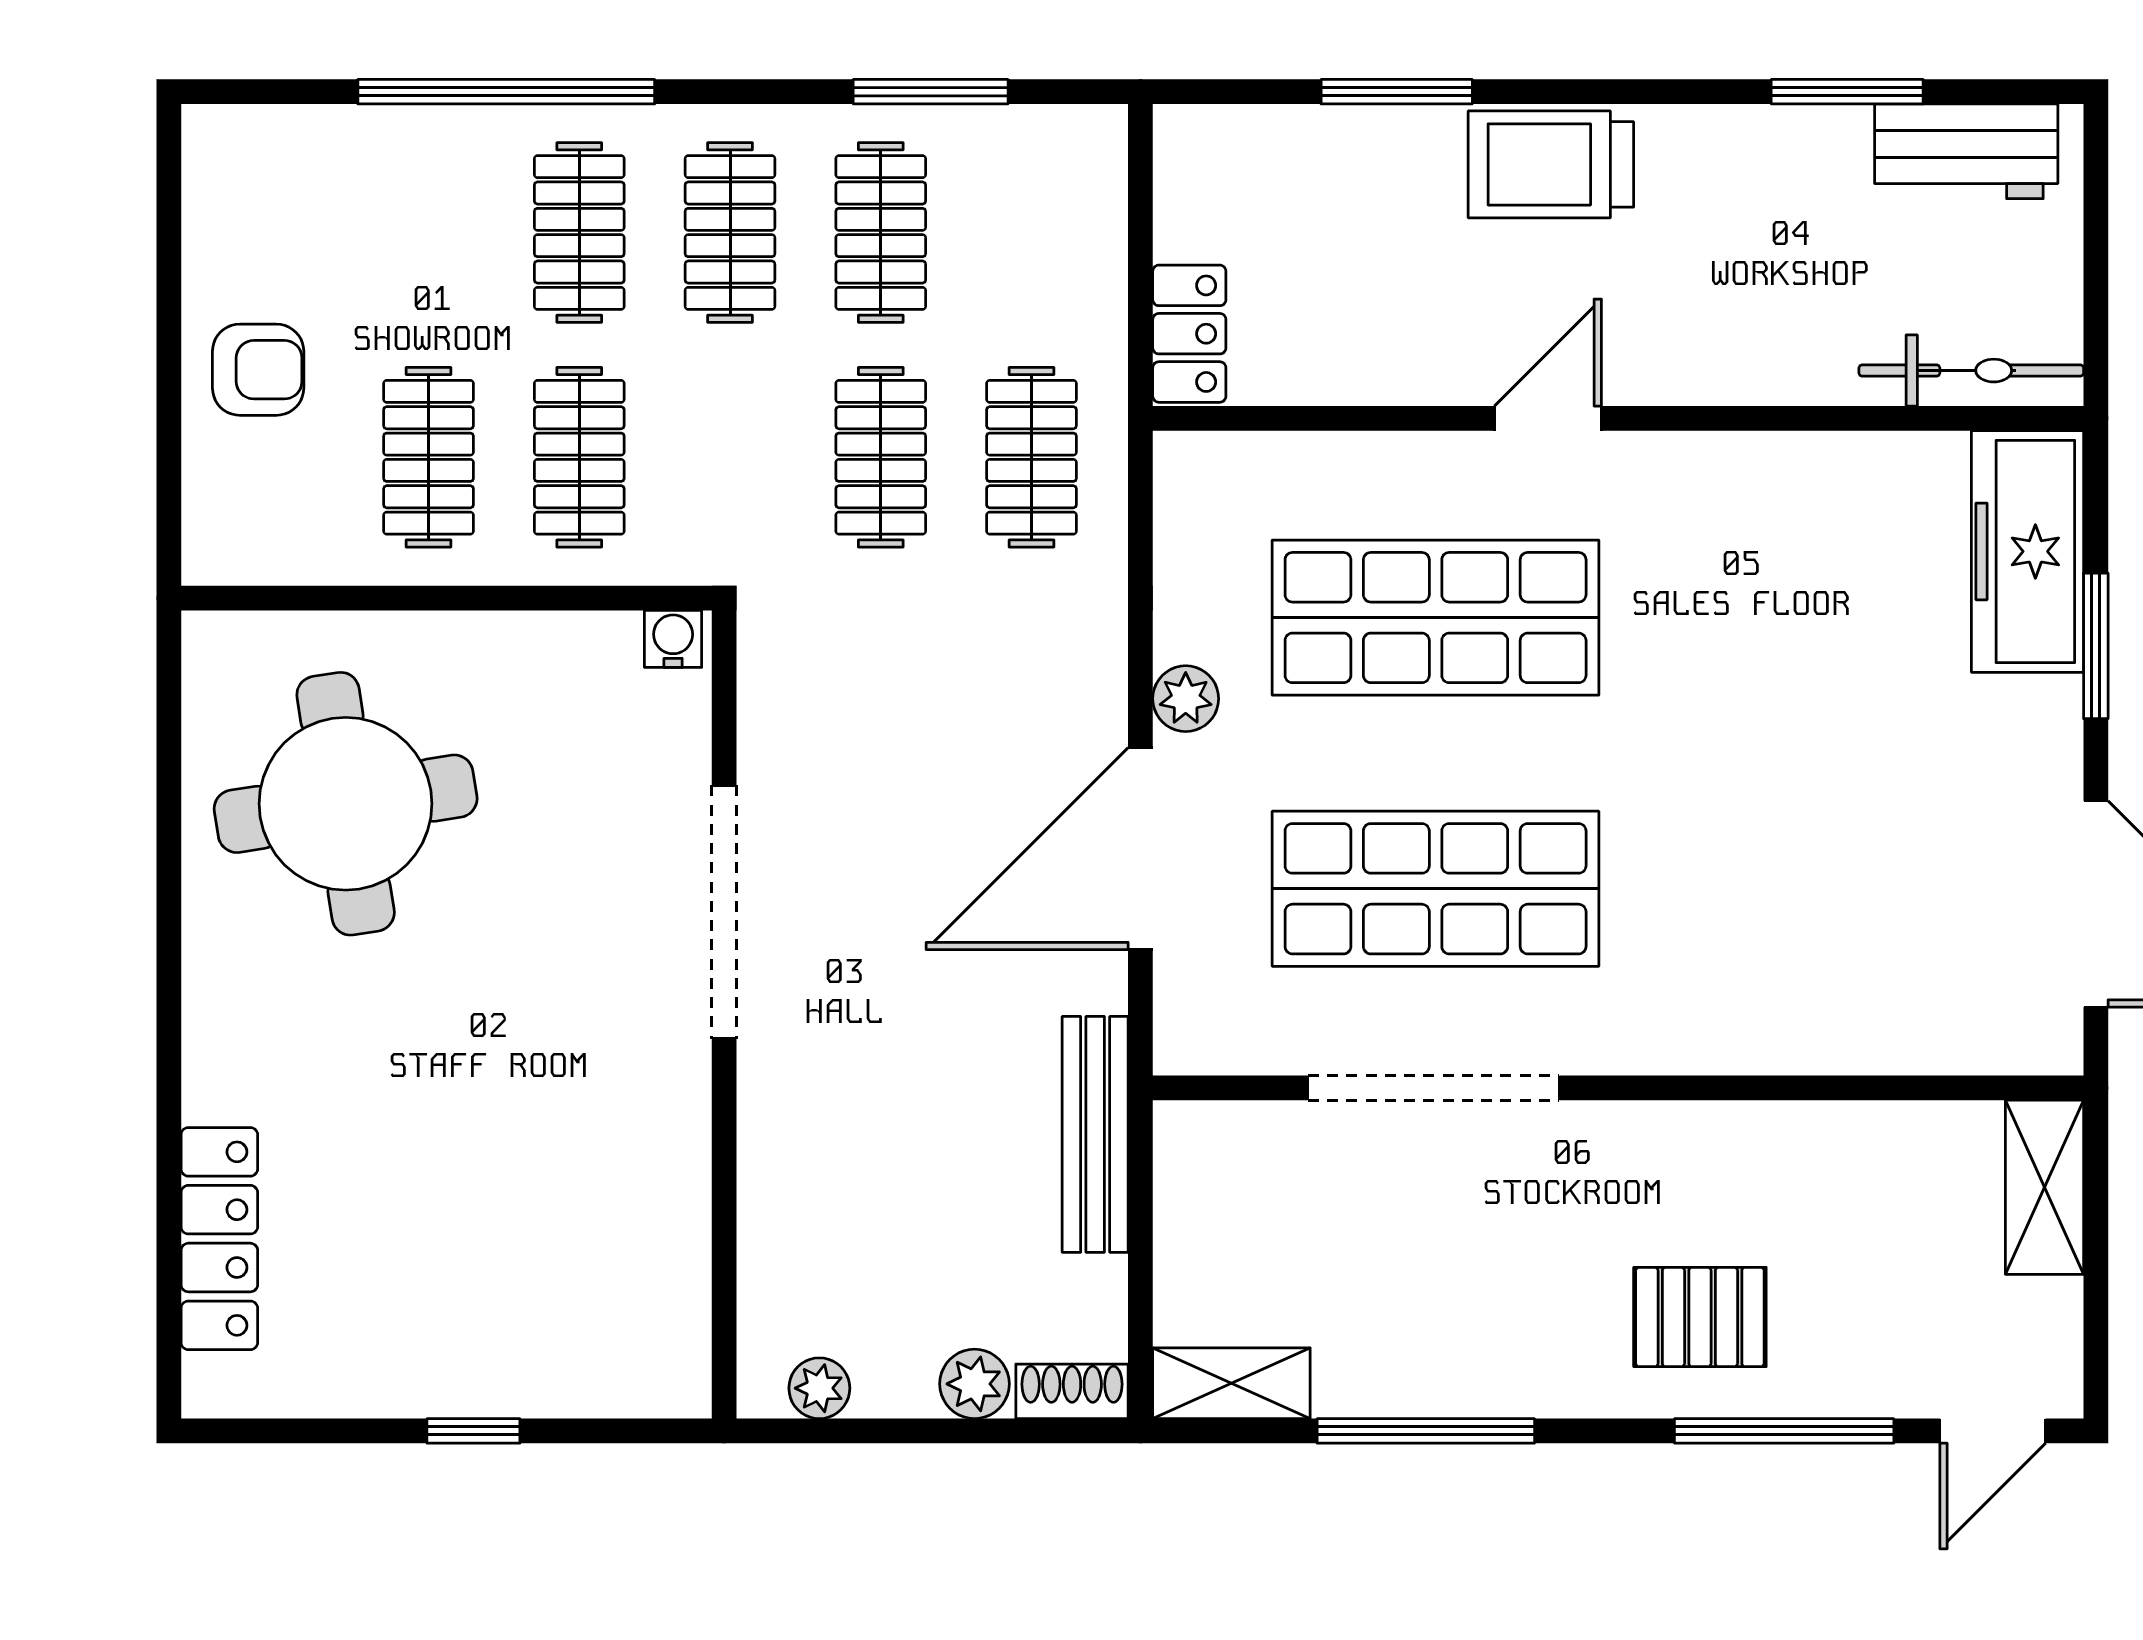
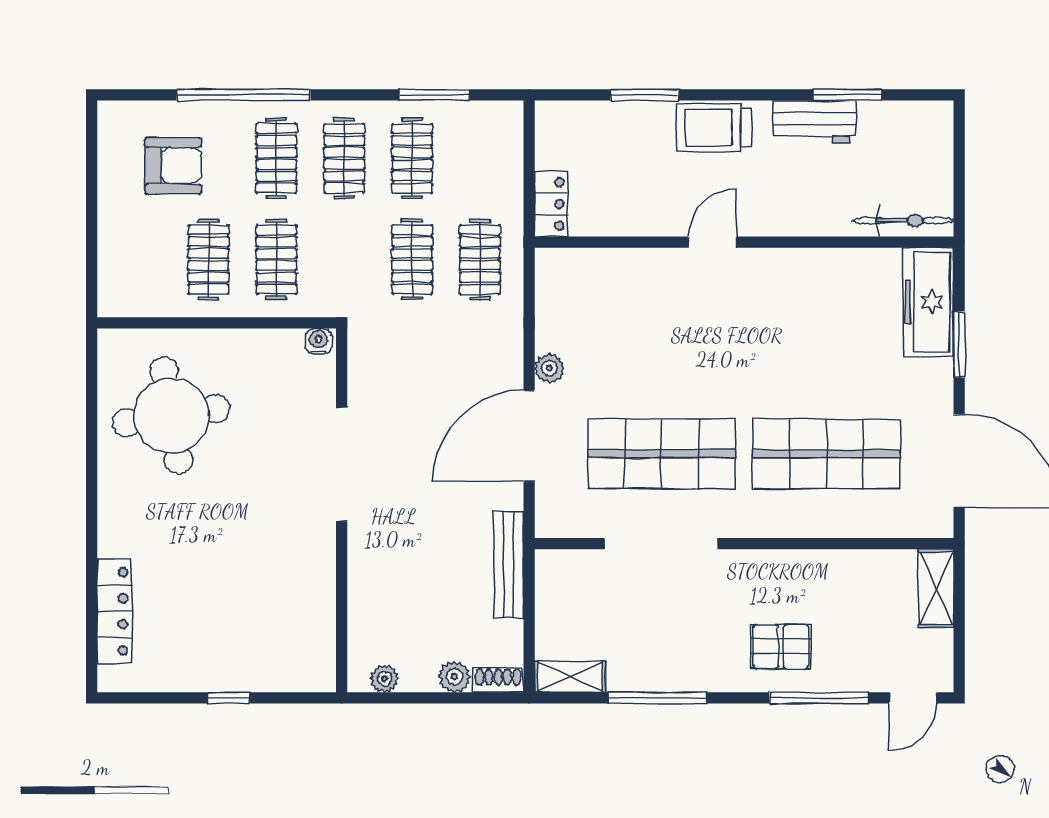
workbench: (1966, 151) -> (815, 122), moved
armchair: (258, 370) -> (173, 166), moved, width x1.38, depth x1.38
shop shelf: (1436, 618) -> (826, 454), moved

